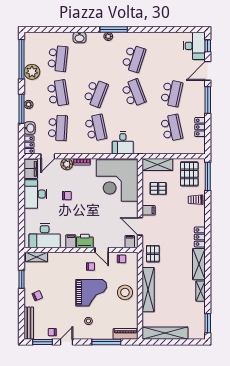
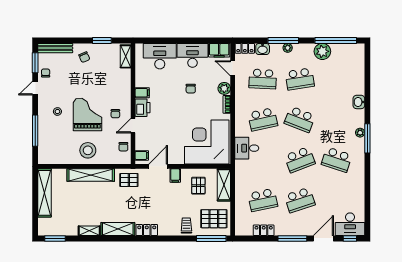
school desk: (58, 58) -> (337, 79), removed
door: (208, 71) -> (323, 239), hinge flipped
school desk: (172, 93) -> (300, 200), turned -30
desk: (45, 236) -> (160, 56), moved, turned 90
grand piano: (91, 293) -> (87, 114), turned 180
piano: (126, 334) -> (44, 151), removed
door: (66, 342) -> (35, 88), swing flipped

